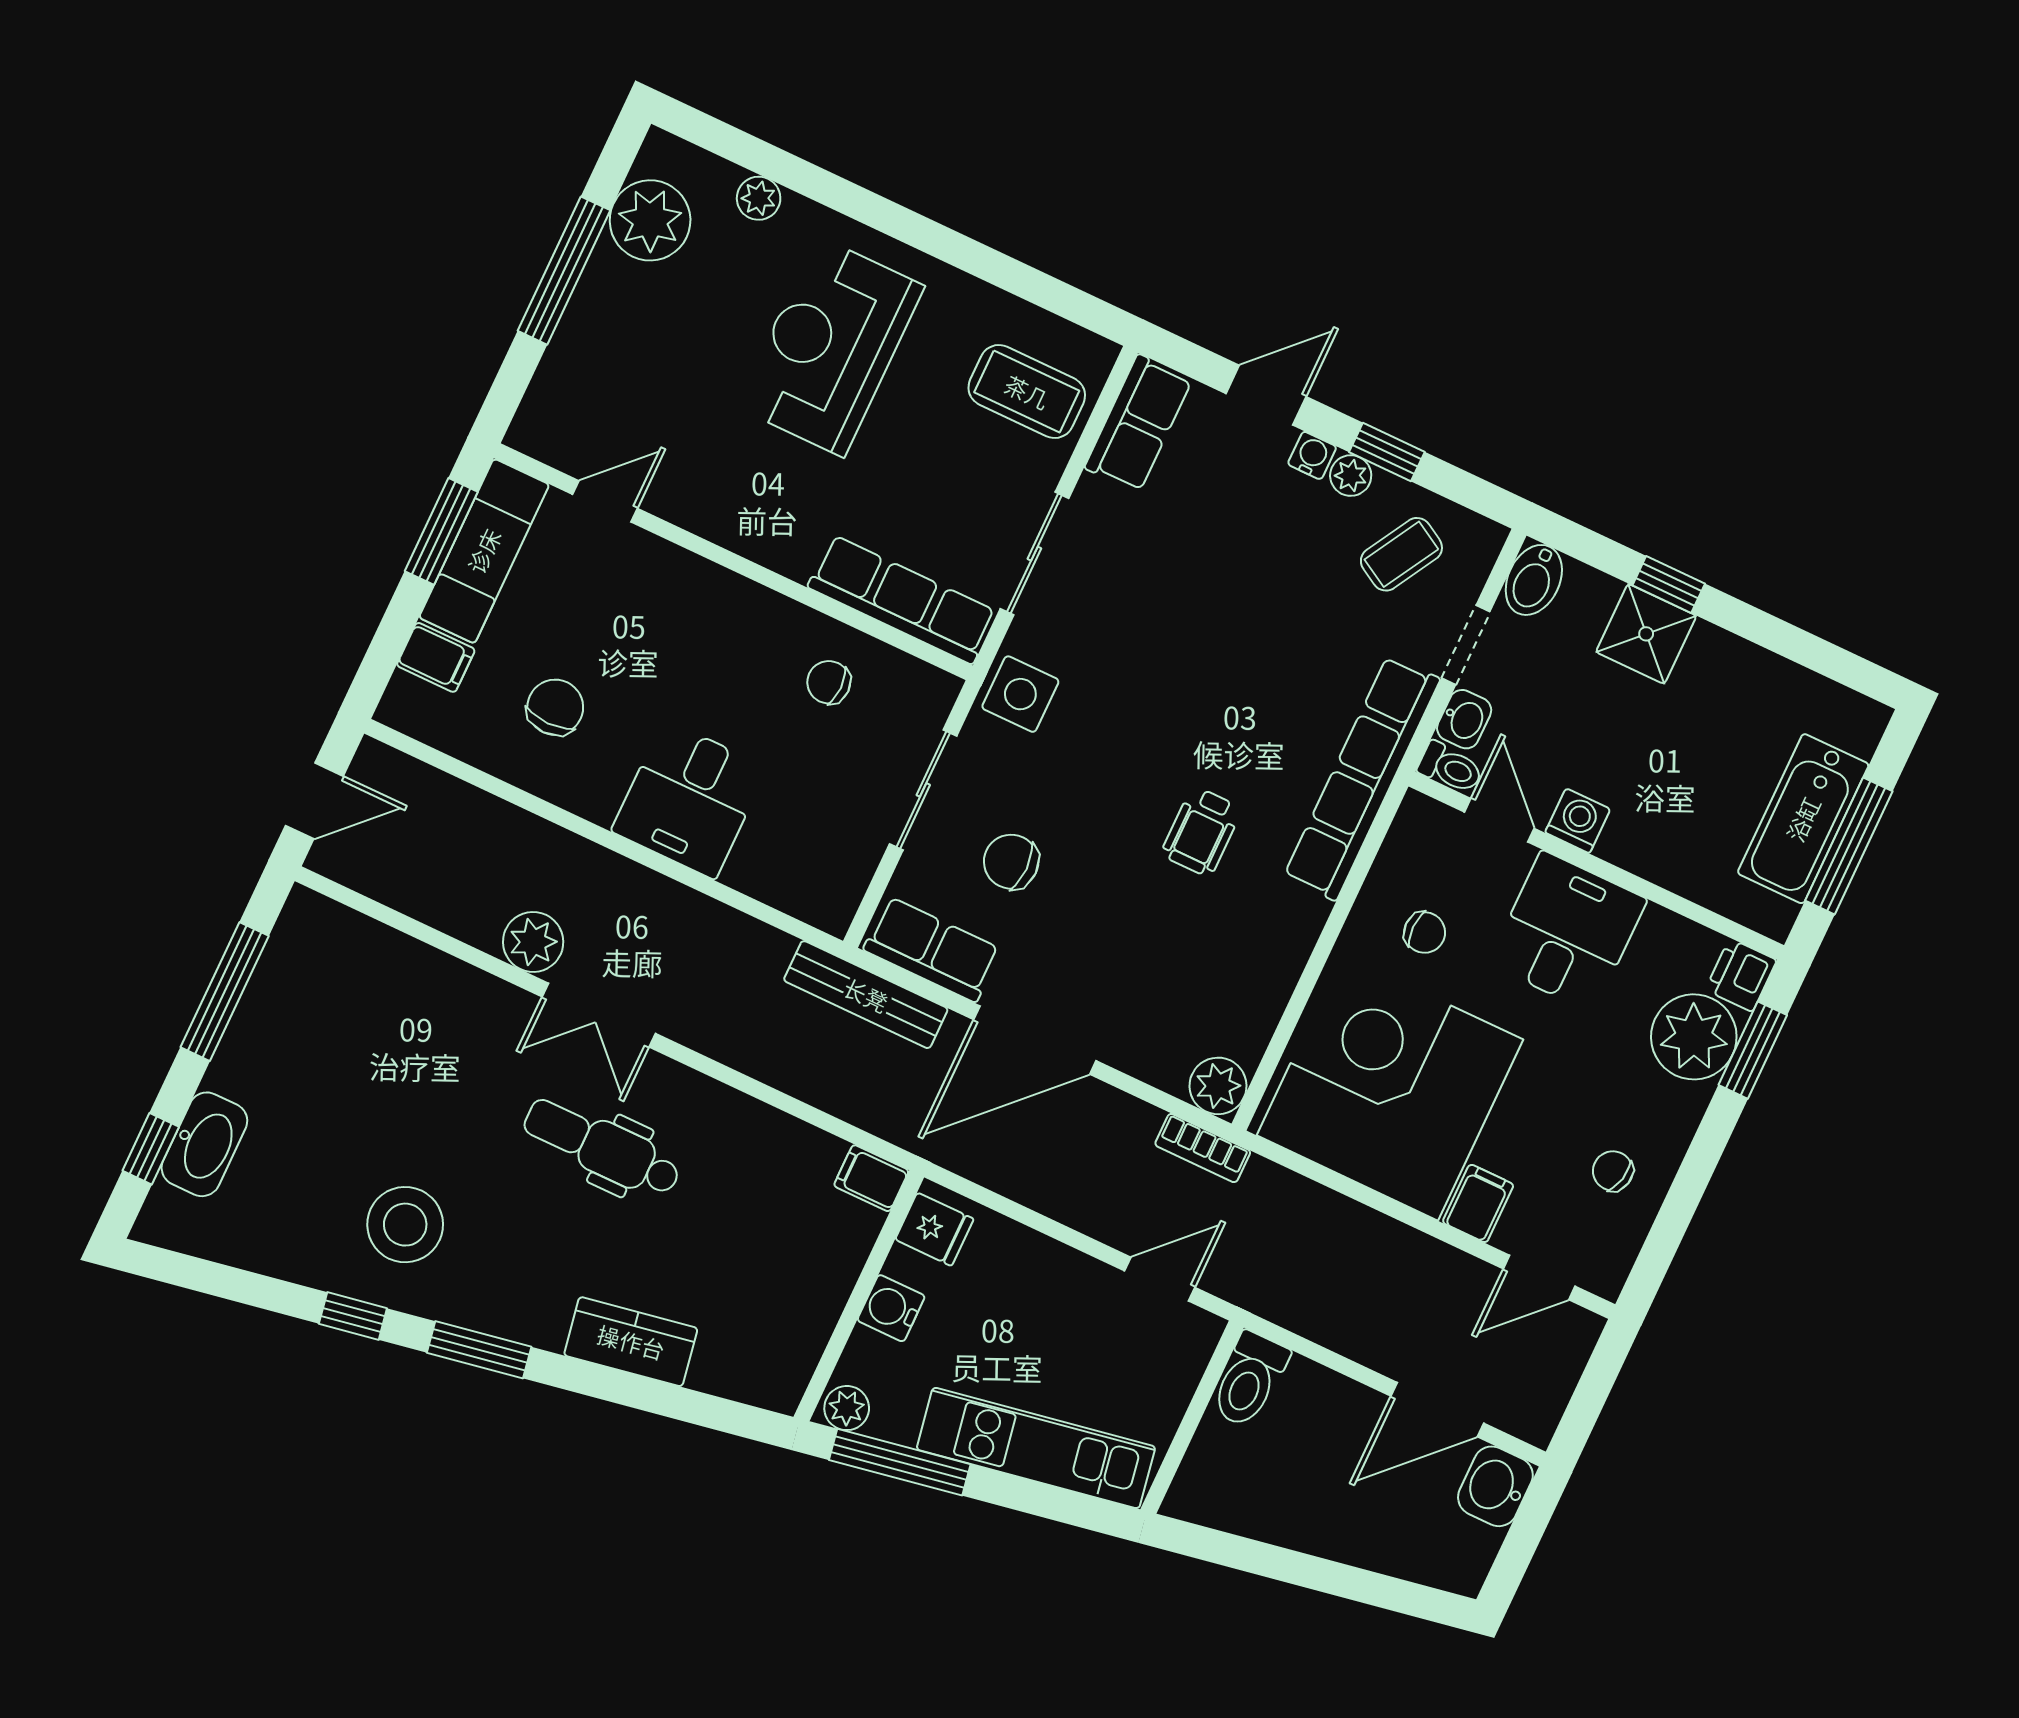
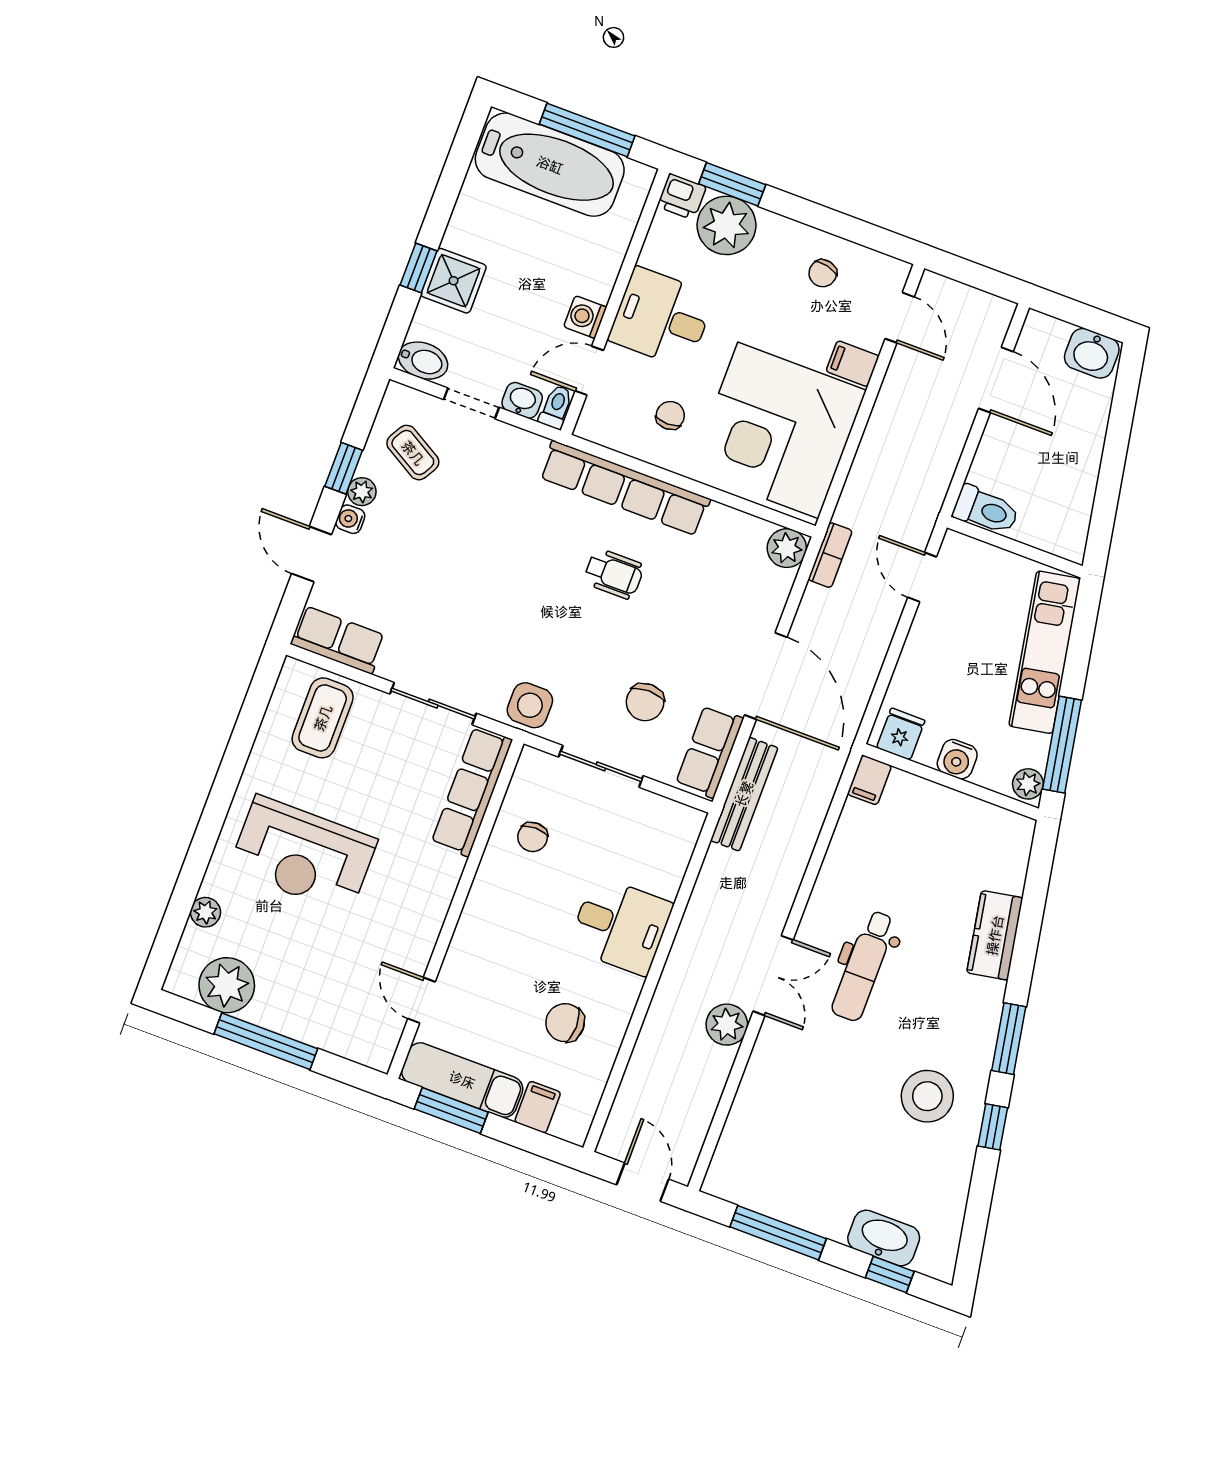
row of seats: (1362, 778) -> (625, 488), moved
bathtub: (1803, 819) -> (550, 165), width x1.36, depth x1.36
washbasin: (1495, 1486) -> (1092, 353), moved

